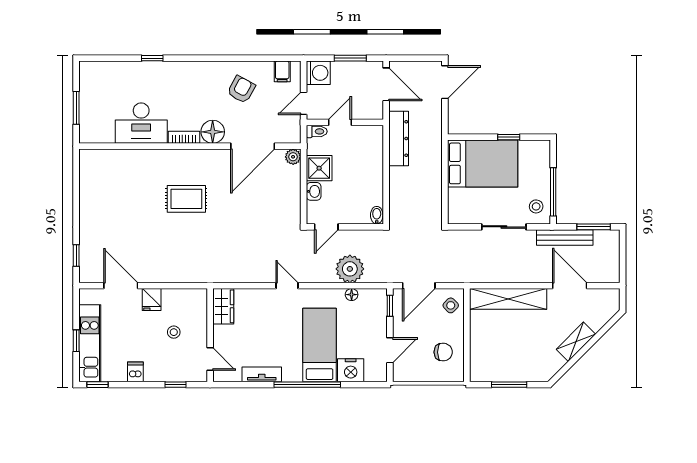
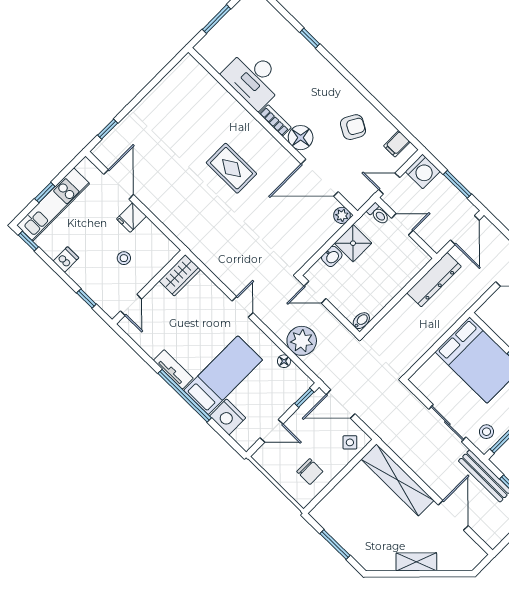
tv unit: (262, 374) -> (173, 369), moved

